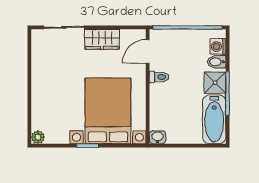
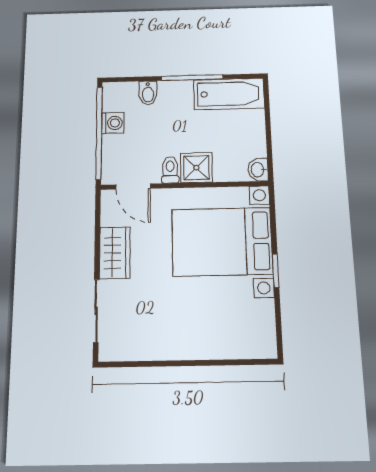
washing machine: (218, 46) -> (113, 123), moved, turned -90
shower: (215, 83) -> (196, 168), moved
plant: (38, 137) -> (267, 348), removed

